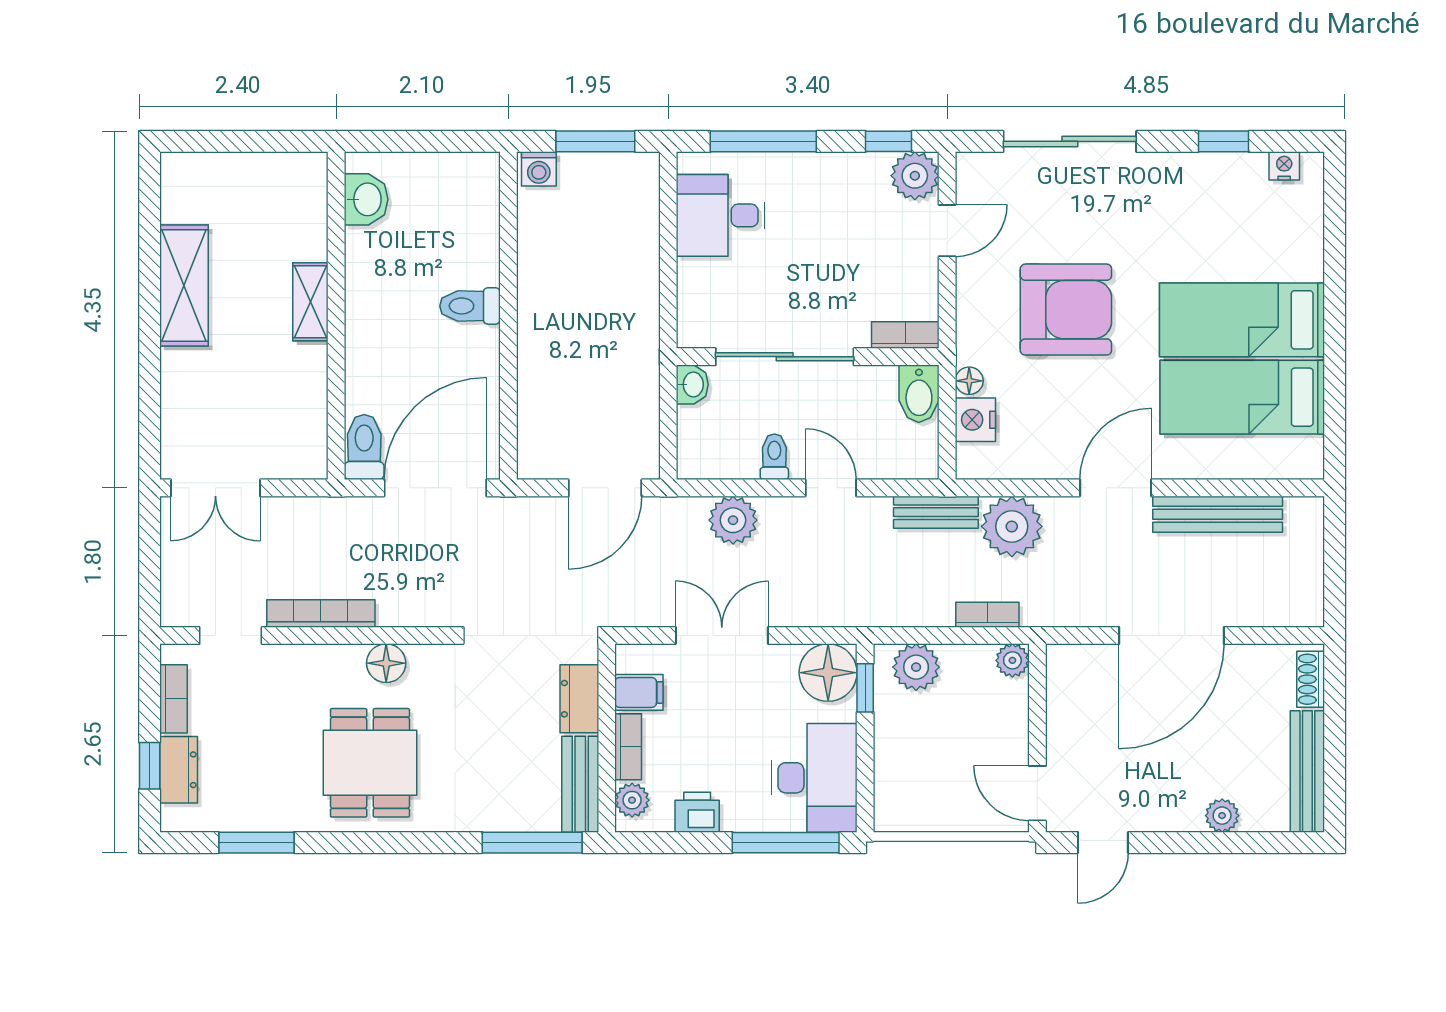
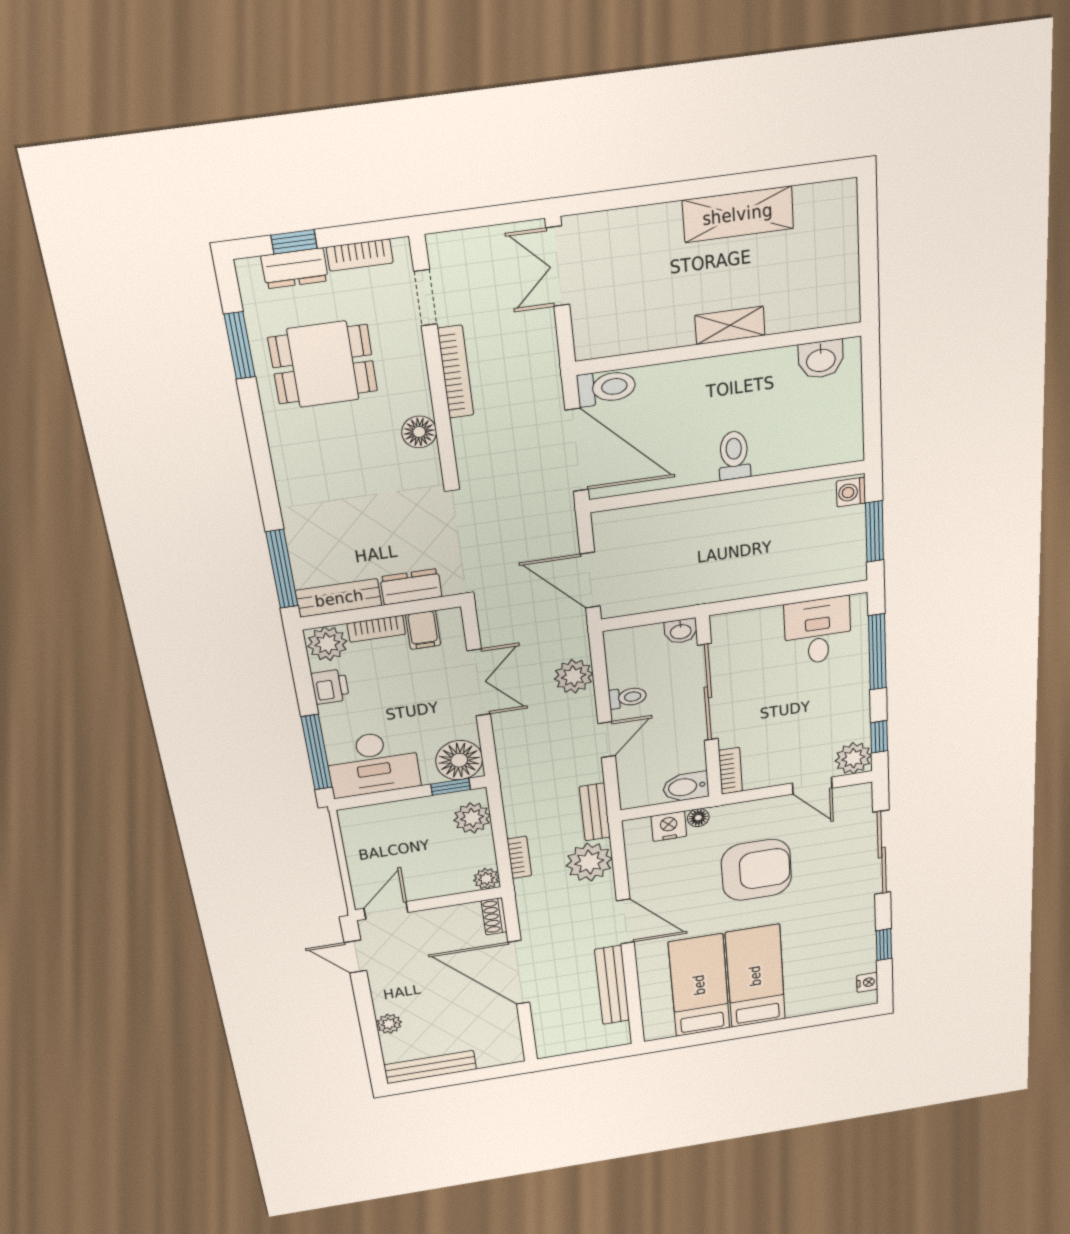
armchair: (1066, 310) -> (756, 870), turned -90
shoe rack: (1311, 679) -> (494, 916), moved, turned -90
dining table: (370, 763) -> (323, 364), moved
plant: (632, 800) -> (327, 644), width x1.38, depth x1.38

